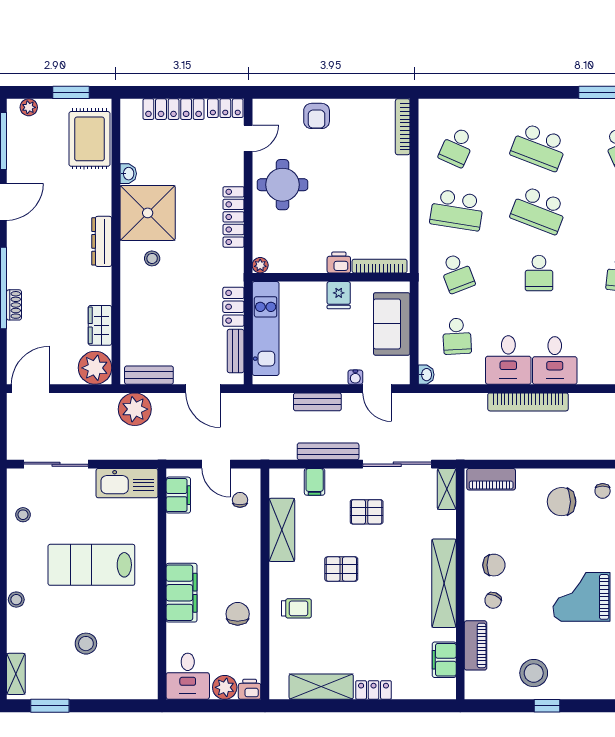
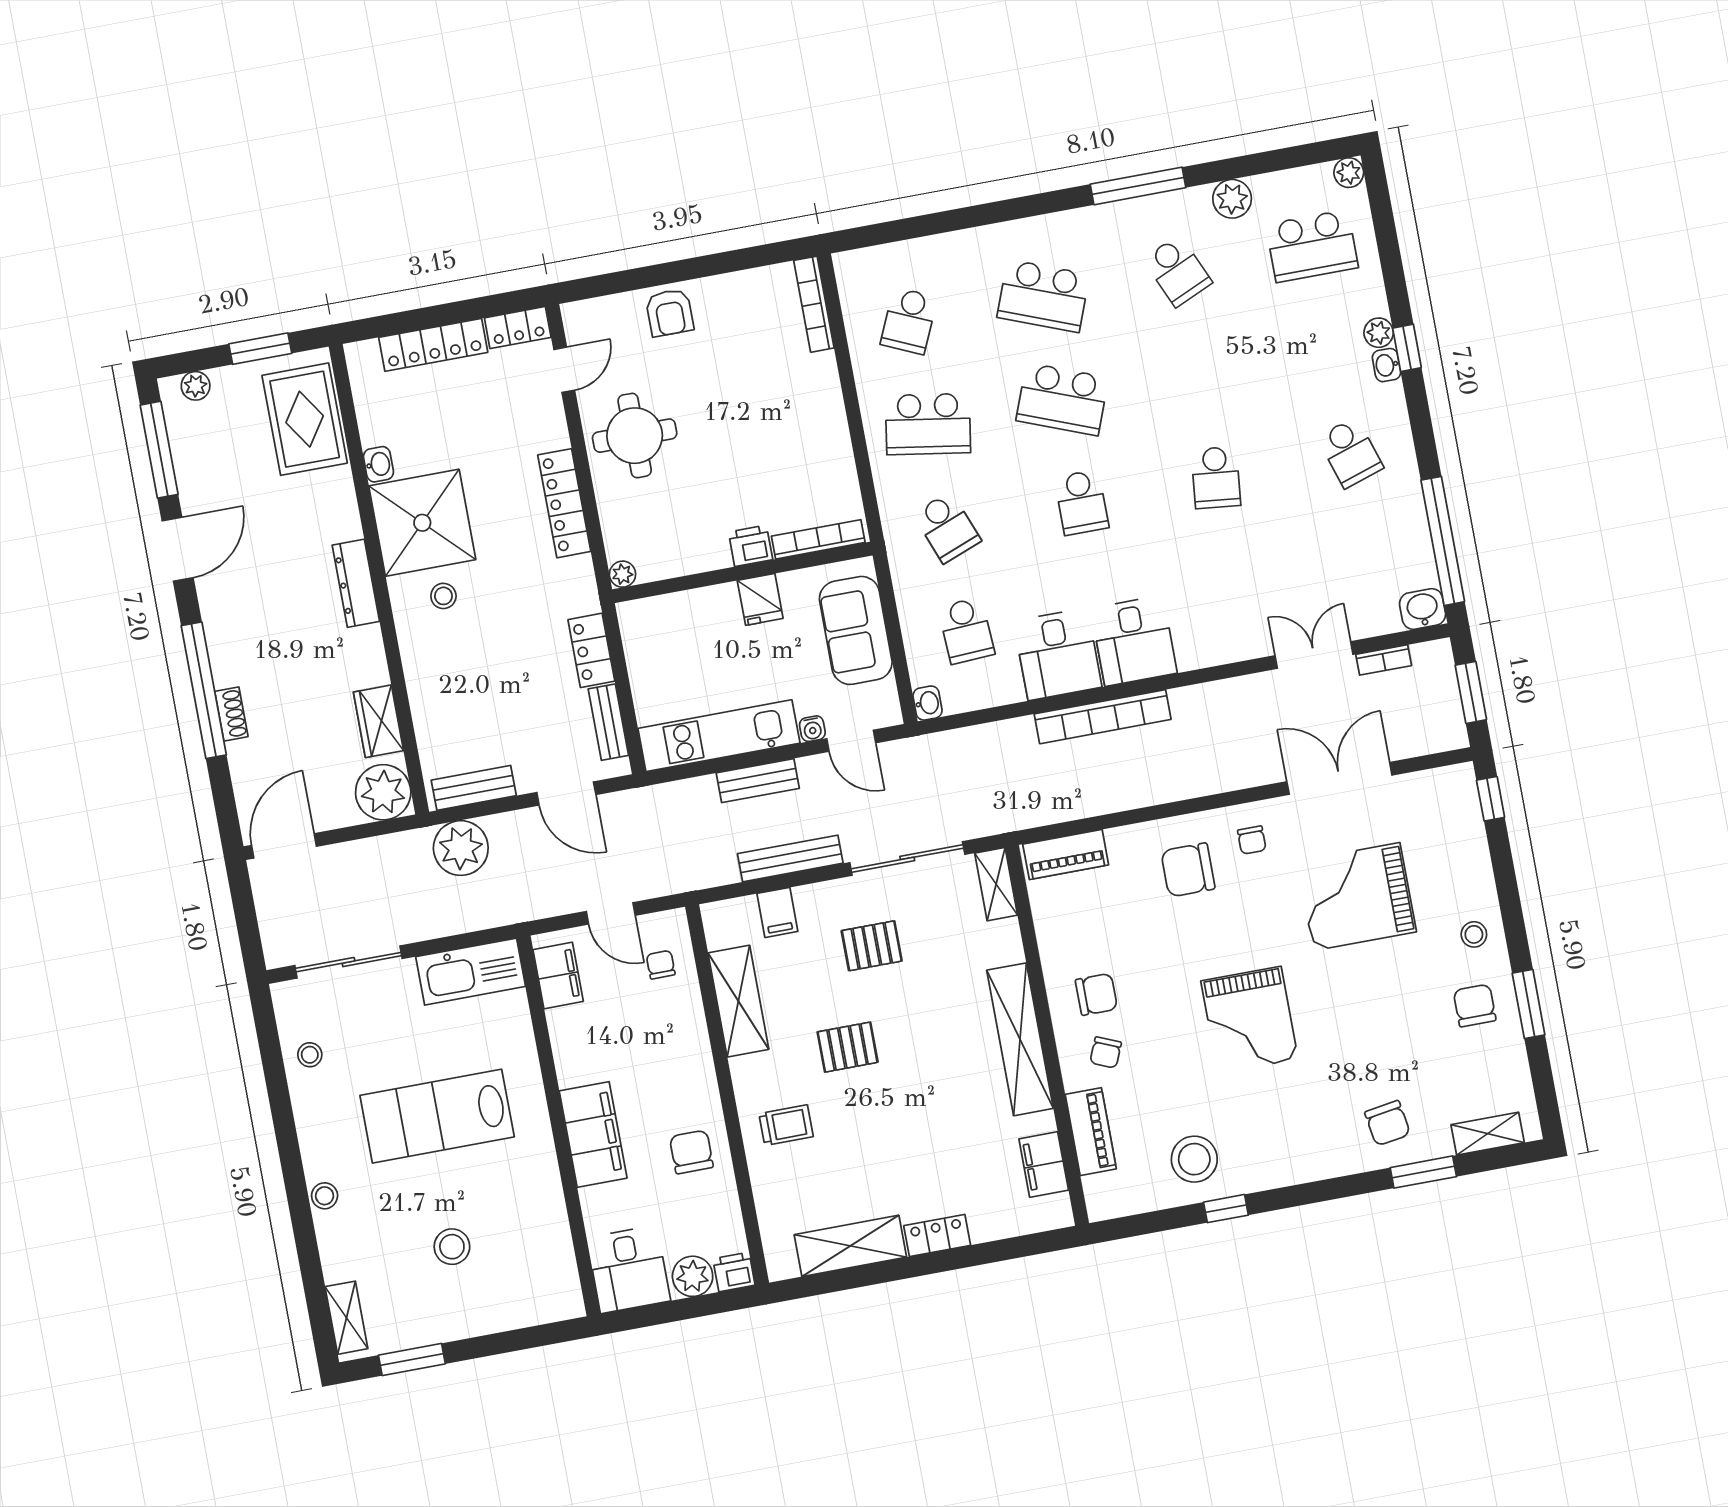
kitchen unit: (266, 329) -> (719, 736), moved, turned -90
grand piano: (581, 597) -> (1249, 1020), turned -90

